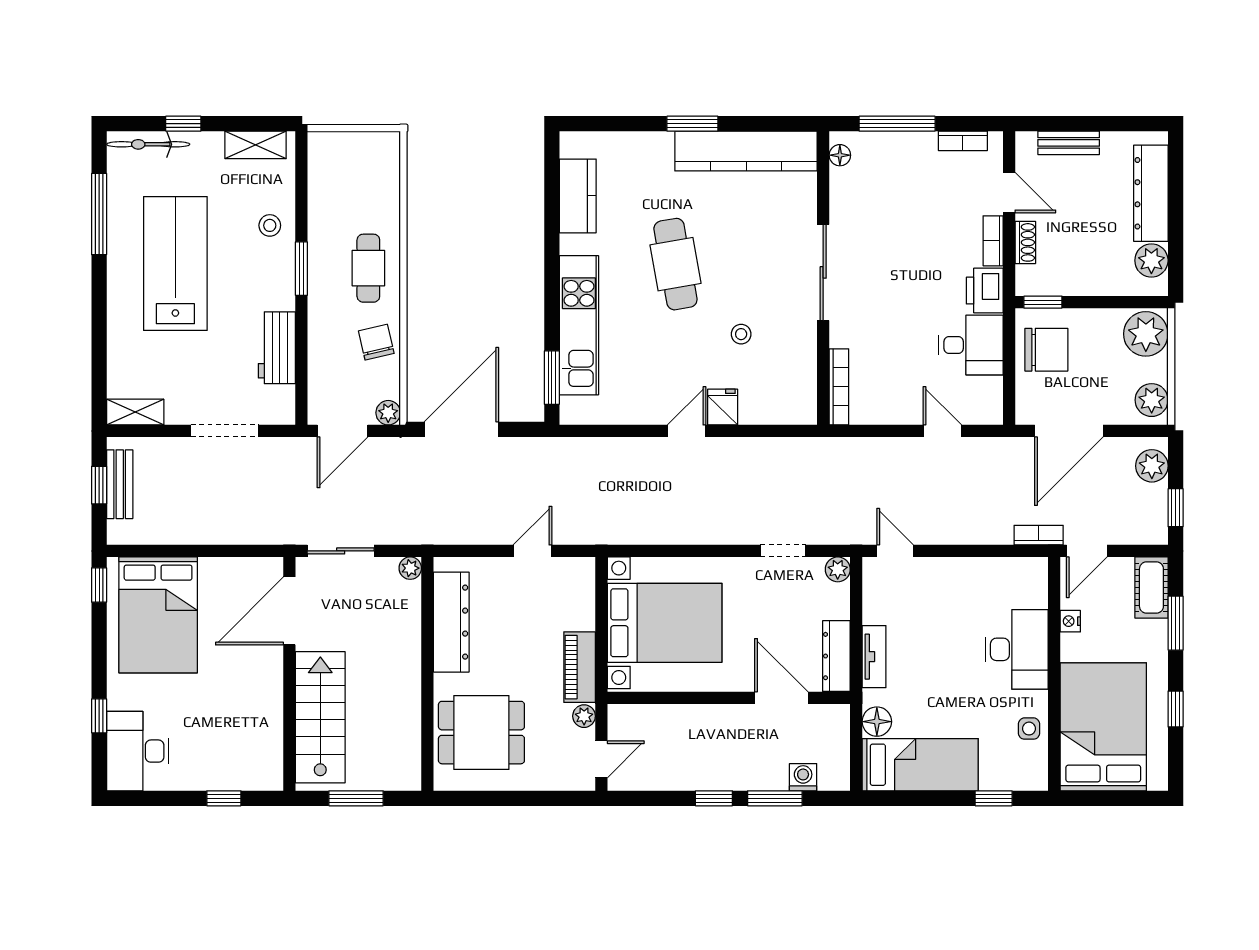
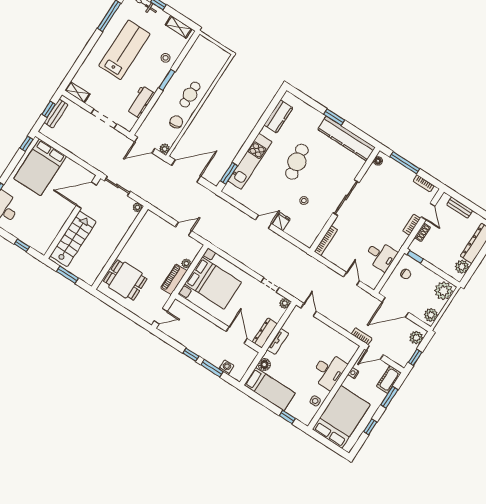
printer: (985, 291) -> (398, 240), removed
chair: (1046, 350) -> (406, 274), width x0.54, depth x0.54
dresser: (451, 622) -> (140, 235), removed
plant: (584, 716) -> (186, 263), moved

